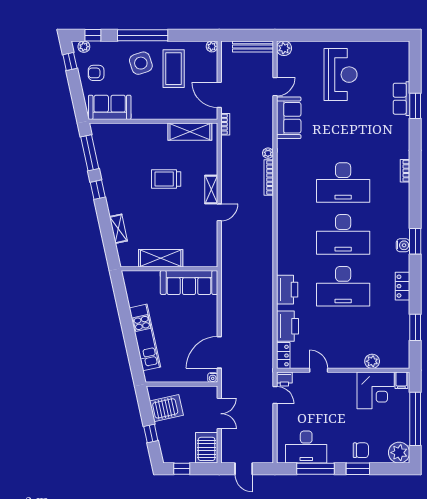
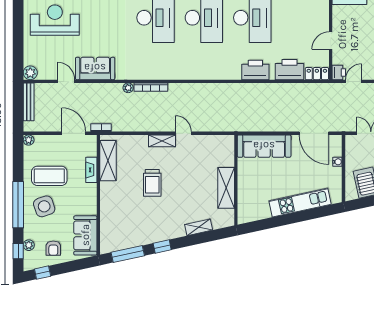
plant: (84, 47) -> (29, 245), moved
door: (219, 95) -> (74, 133), swing flipped
fireplace: (180, 114) -> (91, 170), added
sofa: (189, 283) -> (264, 146), moved, turned 90
water cooler: (213, 378) -> (337, 162), moved

